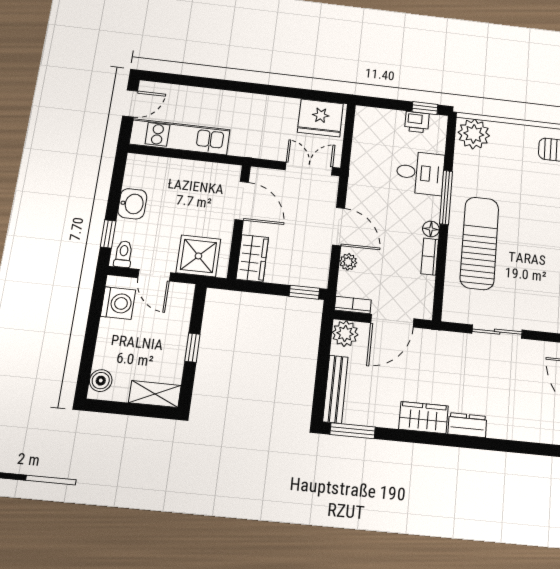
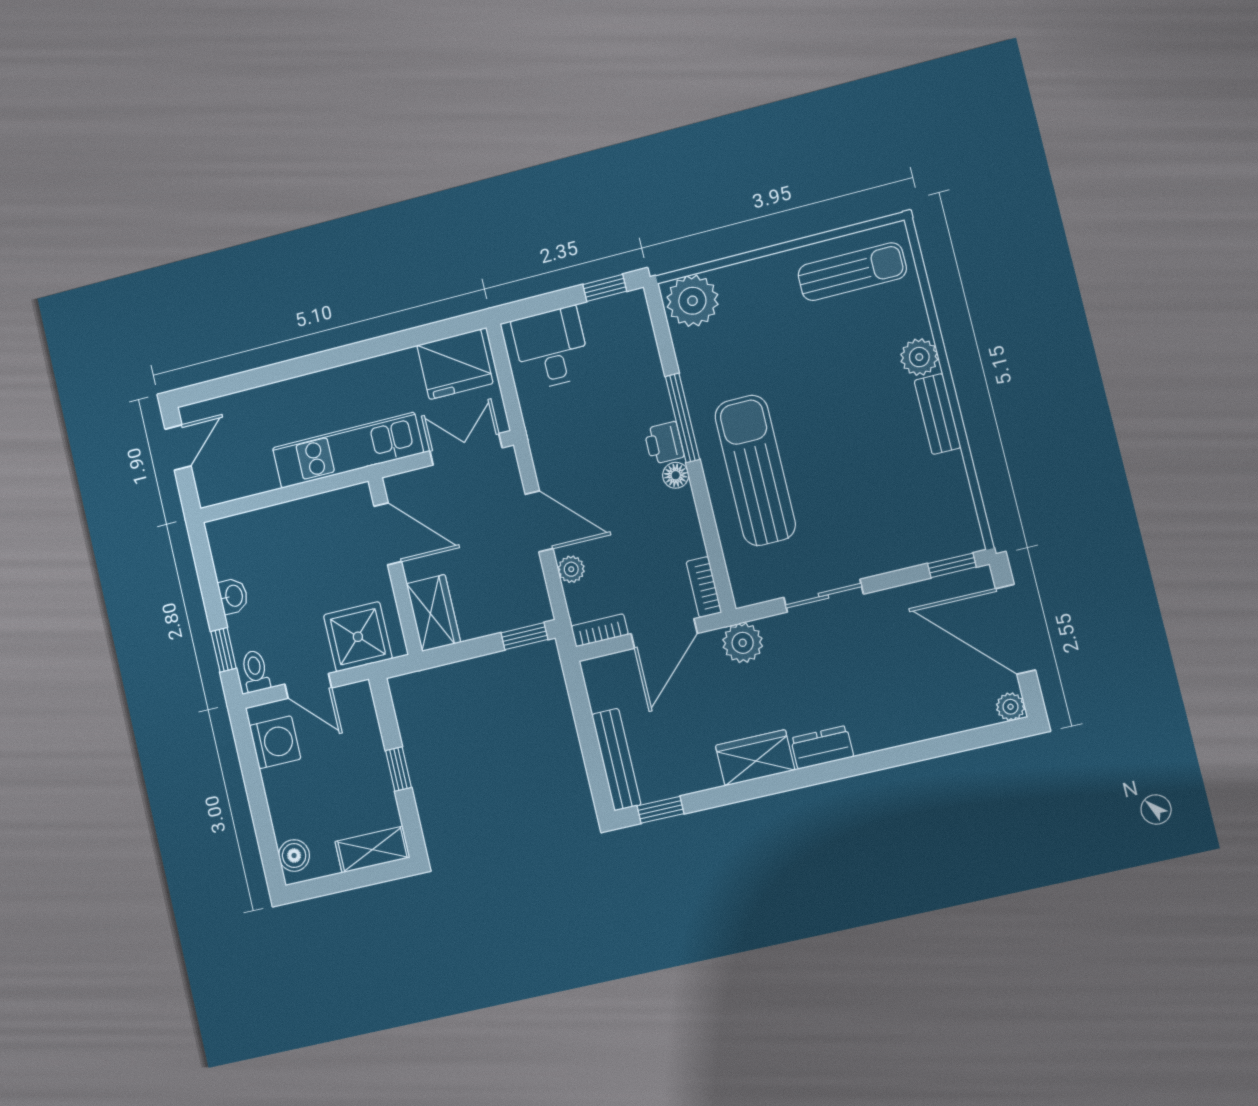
printer: (417, 122) -> (664, 443), moved, turned 90
kitchen unit: (180, 137) -> (348, 450), moved
desk: (420, 173) -> (551, 348), moved, turned -90
washbasin: (132, 204) -> (233, 596), width x0.72, depth x0.69
bookcase: (430, 257) -> (704, 587), moved
plant: (345, 334) -> (743, 643), moved
window: (353, 431) -> (661, 810), width x0.67

